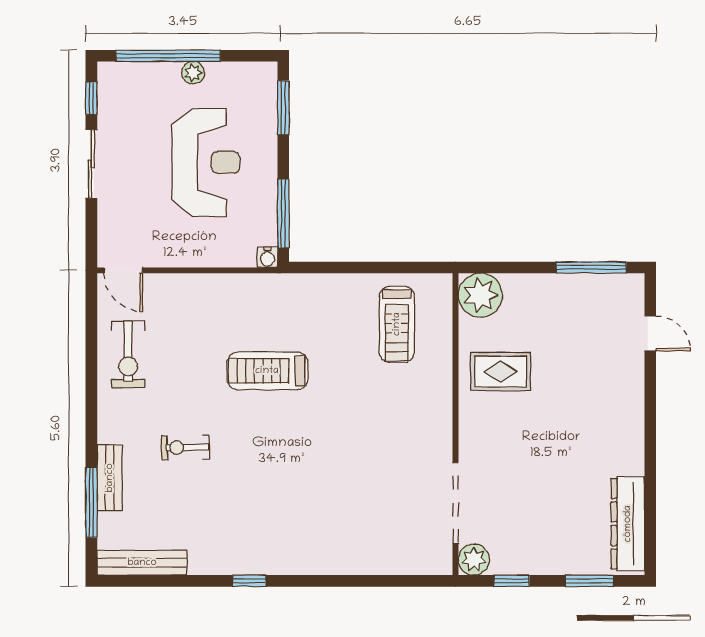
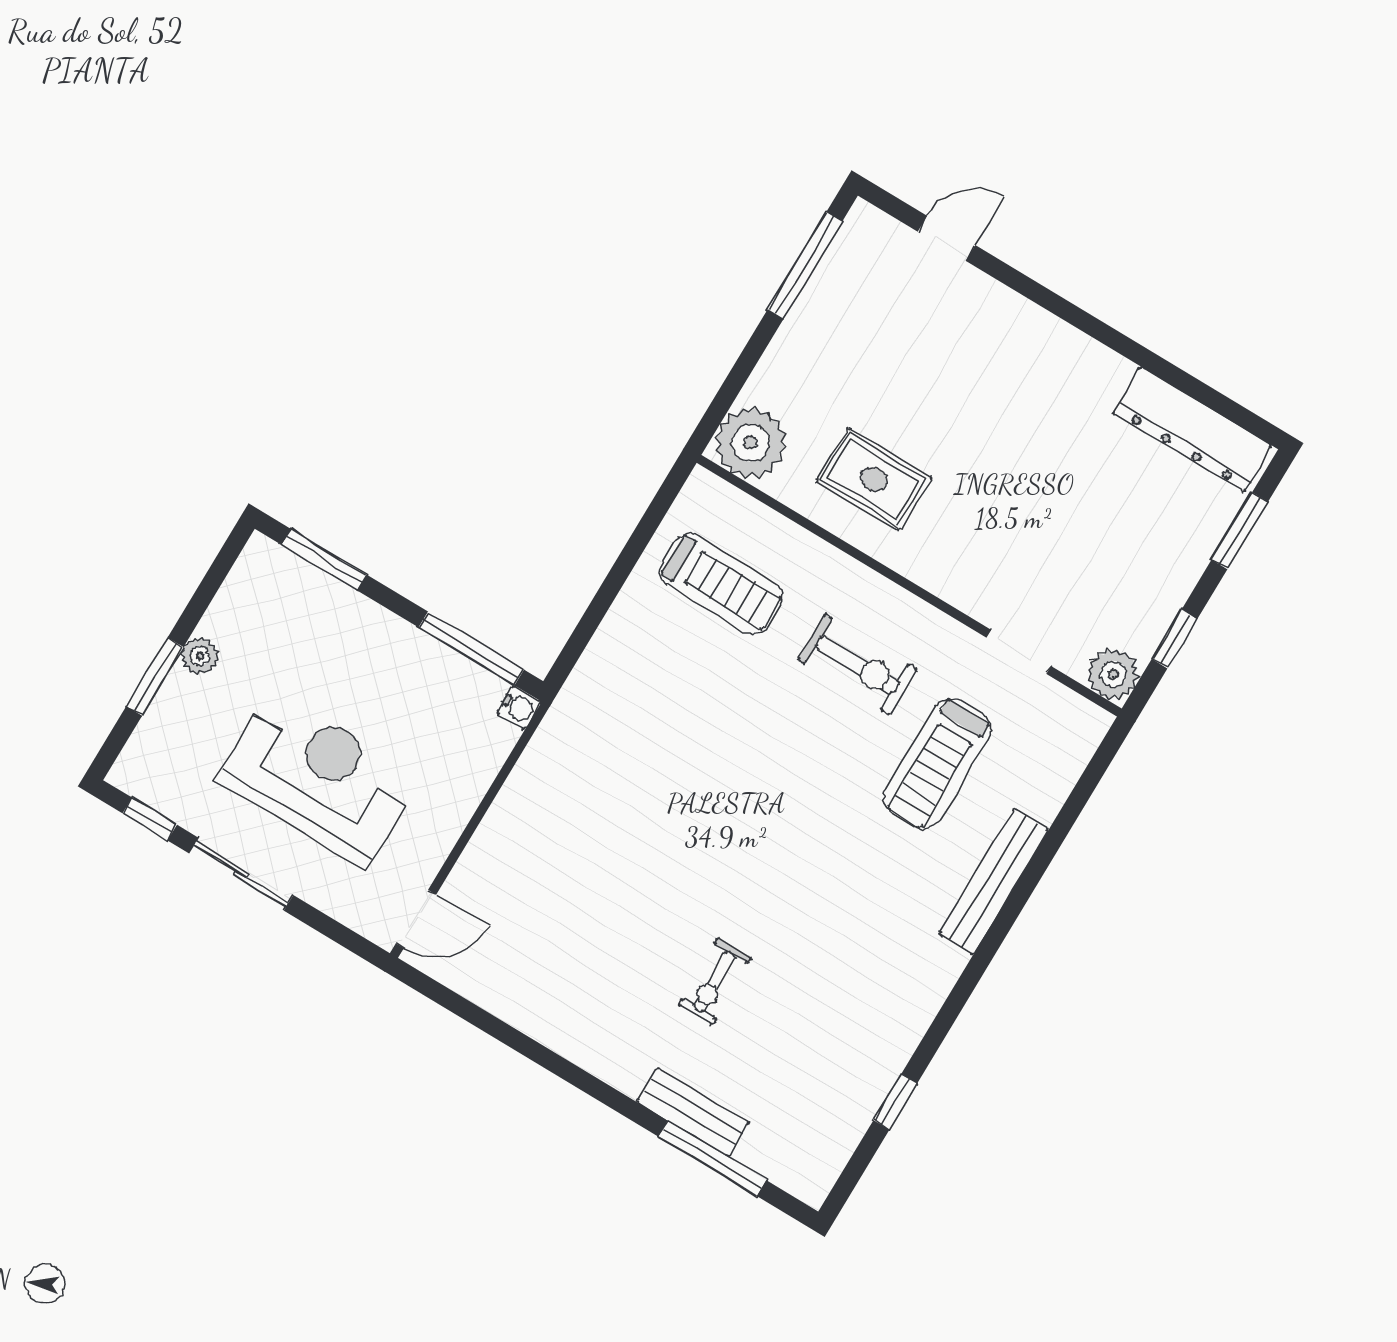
window: (168, 56) -> (155, 677), width x0.47
reception desk: (206, 162) -> (318, 778), moved
exercise bike: (128, 354) -> (857, 664), moved
treadmill: (267, 371) -> (937, 763), moved
rug: (500, 372) -> (874, 479), turned 90
doorway: (456, 503) -> (1019, 652), width x0.53
bench: (142, 563) -> (994, 881), moved
window: (249, 581) -> (895, 1102), moved

